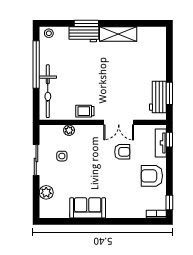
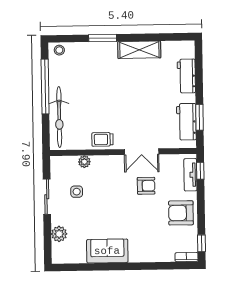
workbench: (84, 34) -> (186, 76), moved, turned 90

